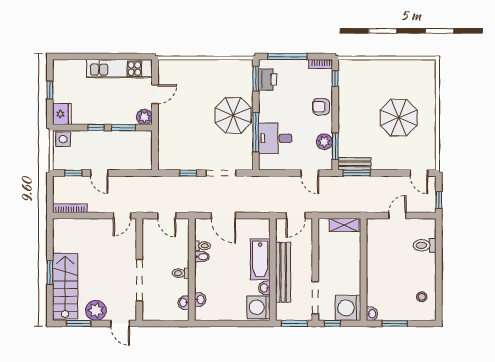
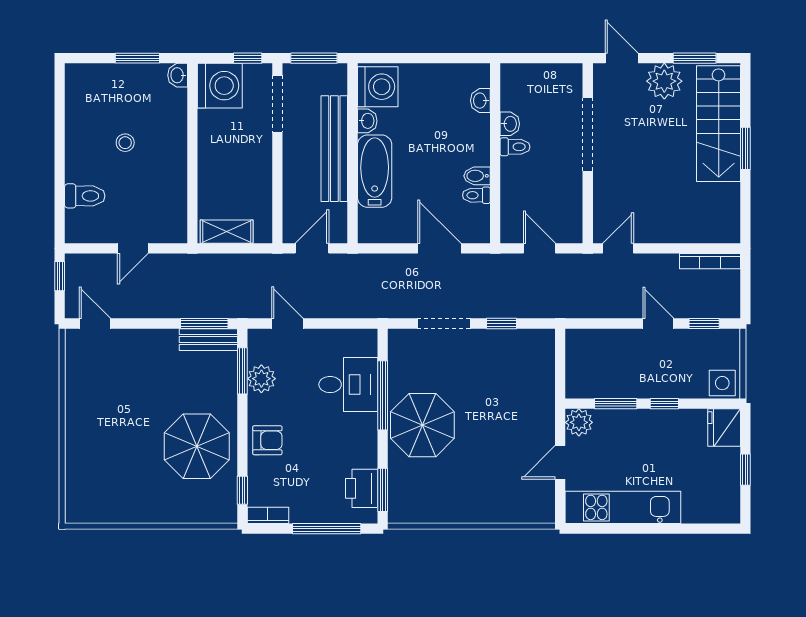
parasol: (399, 118) -> (197, 446), moved
stool: (422, 297) -> (125, 143), moved
washbasin: (184, 303) -> (510, 124), moved

